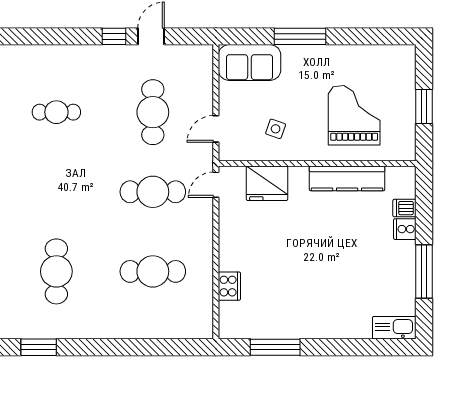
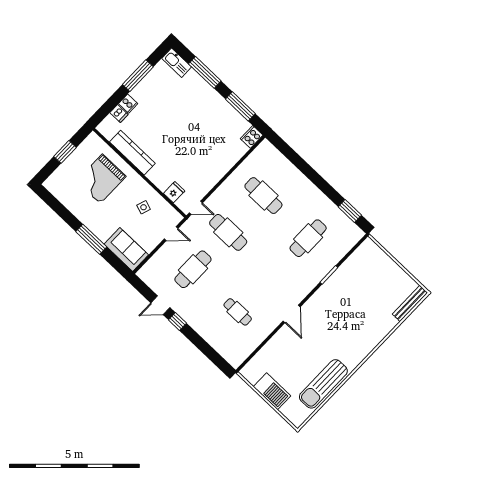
fridge: (267, 183) -> (174, 192), width x0.53, depth x0.75
cooker: (229, 286) -> (252, 137), moved
window: (352, 347) -> (205, 72), added

